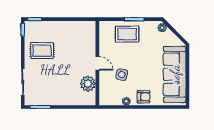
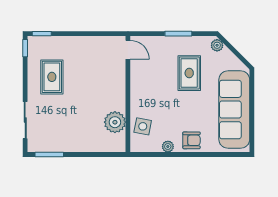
rug: (127, 34) -> (189, 73), moved, turned 90
rug: (42, 51) -> (52, 77), turned 90
door: (97, 63) -> (128, 50), moved
side table: (122, 75) -> (143, 126), moved

